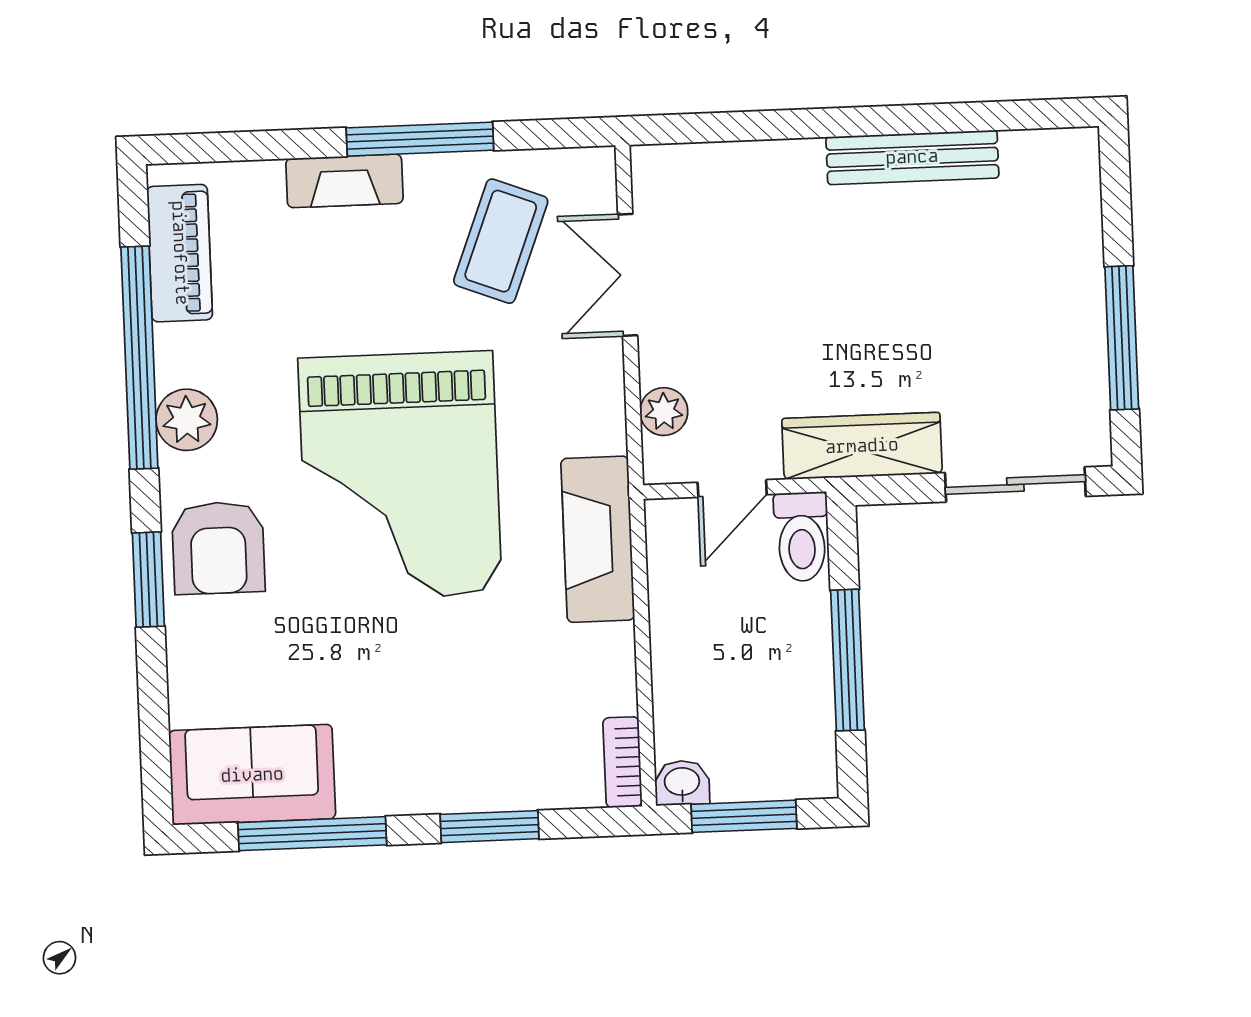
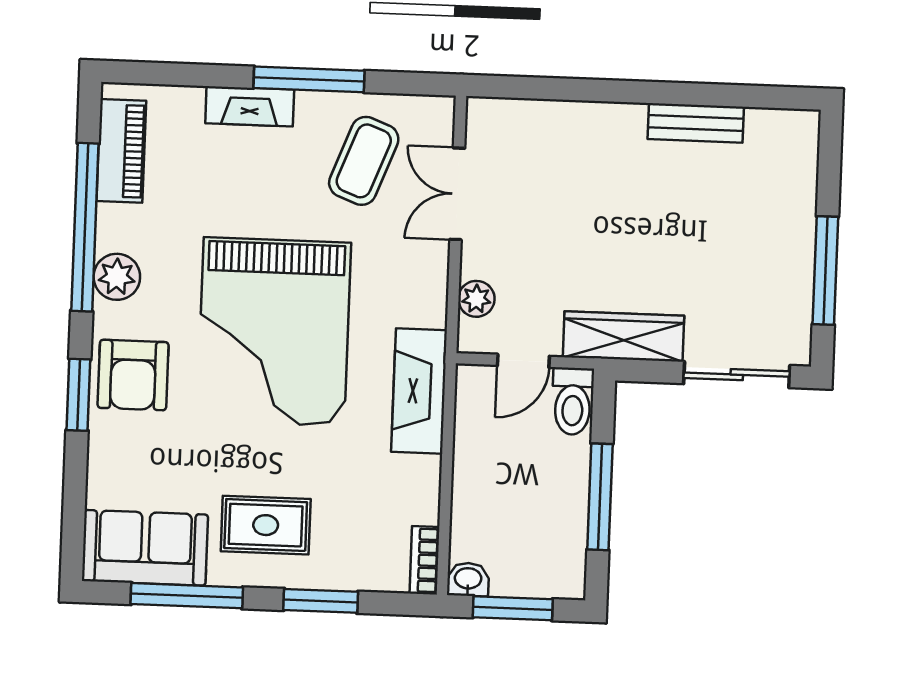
bench: (912, 157) -> (696, 123), width x0.73
rug: (409, 732) -> (266, 525), added

